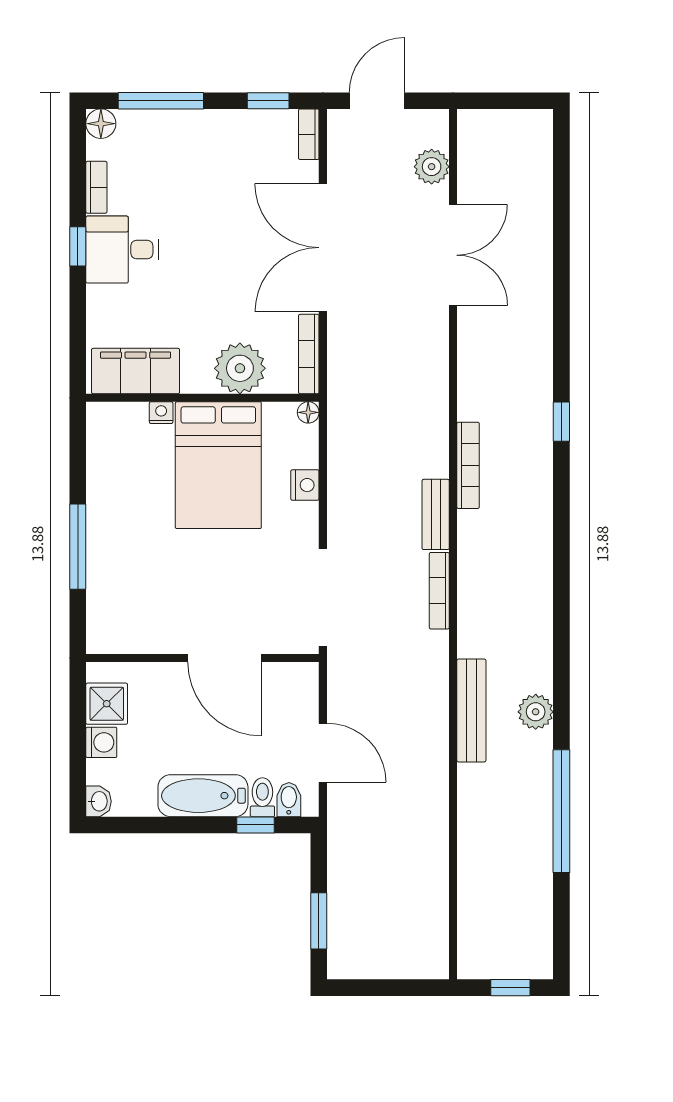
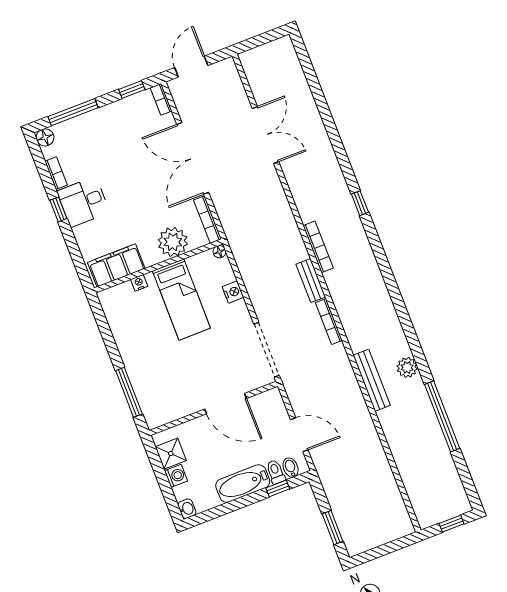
plant: (432, 167) -> (235, 91), removed
bed: (218, 465) -> (181, 299), width x0.67
window: (78, 547) -> (129, 392), moved

